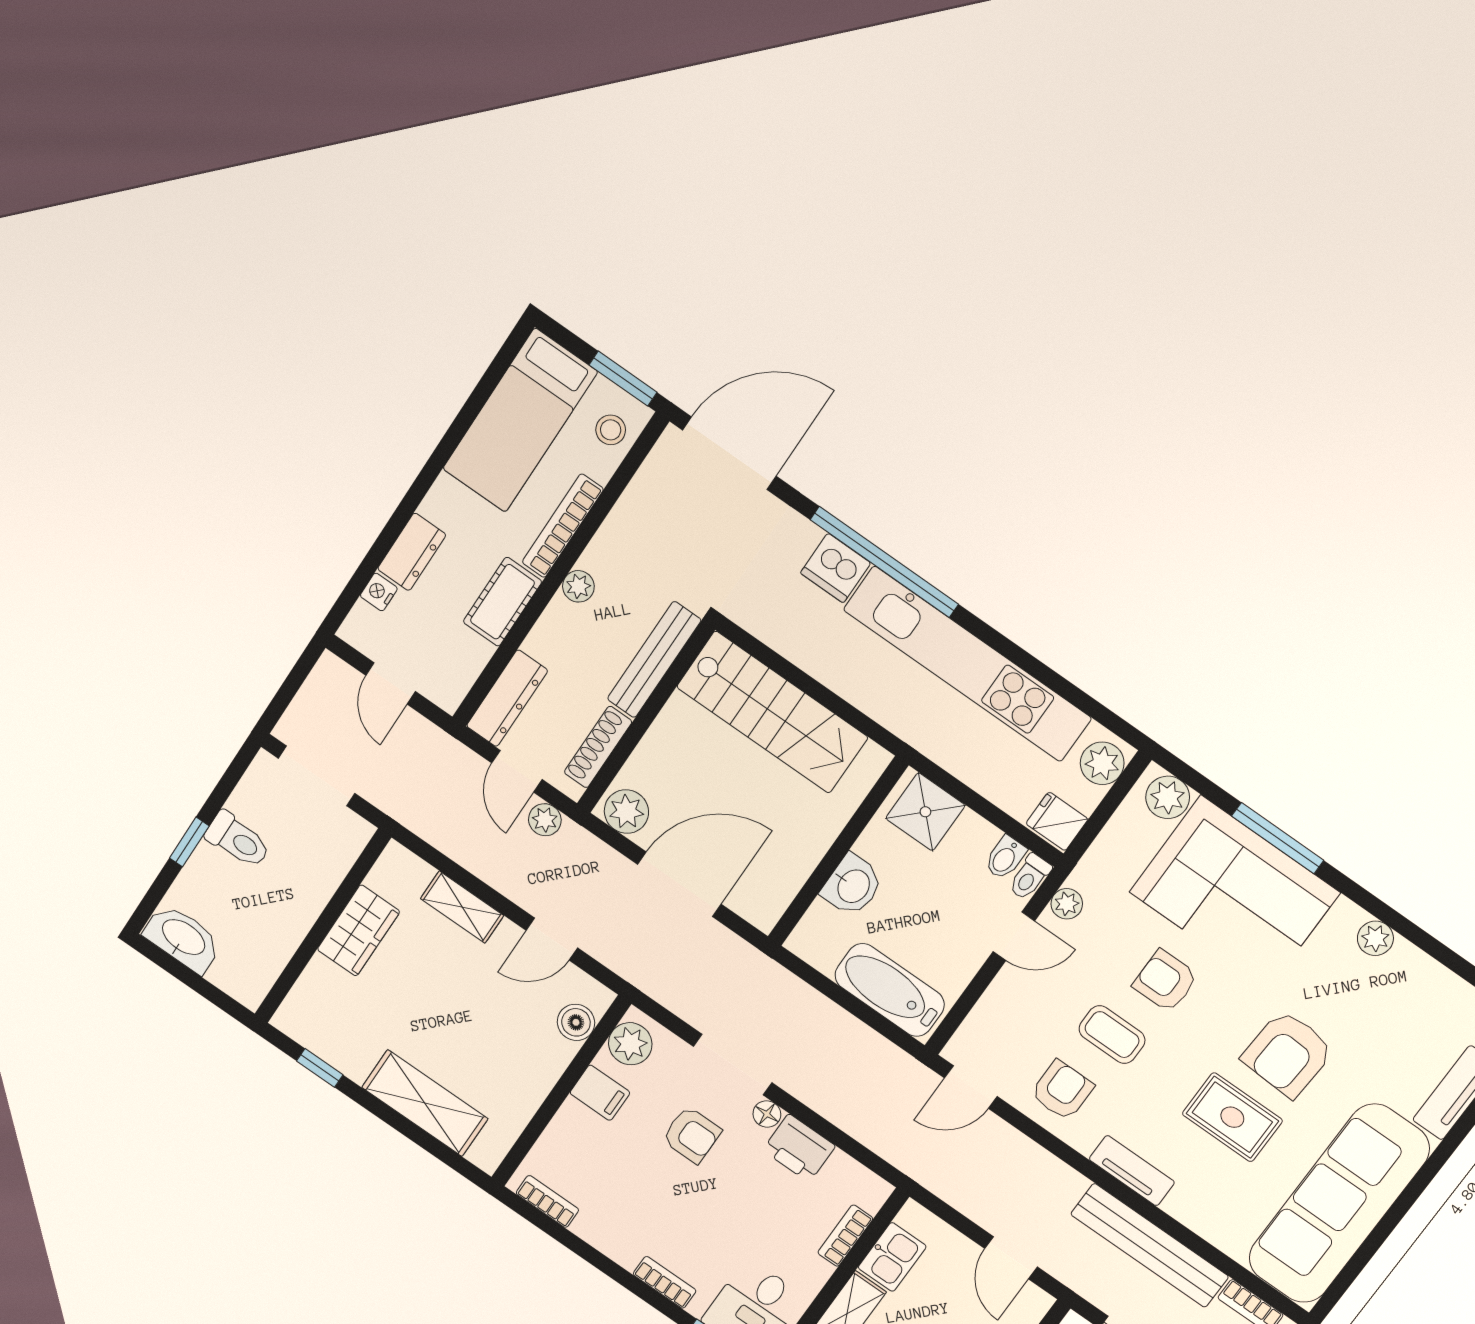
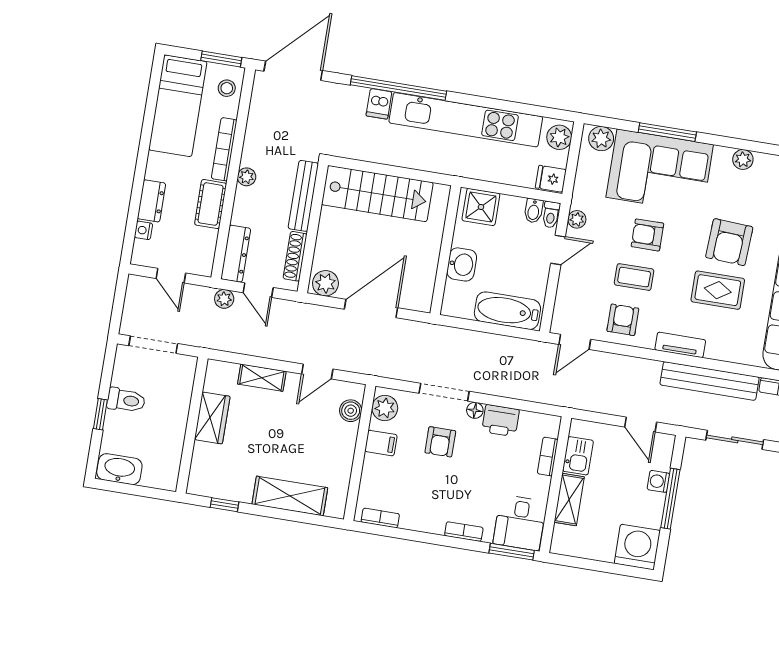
dishwasher: (836, 568) -> (379, 104), width x0.73
plant: (545, 820) -> (224, 299), moved
armchair: (692, 1135) -> (440, 442), turned 90

